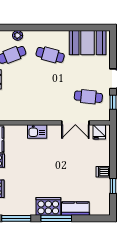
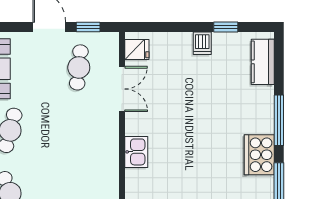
cooker: (48, 206) -> (259, 155), moved
kitchen counter: (75, 209) -> (263, 62), moved

